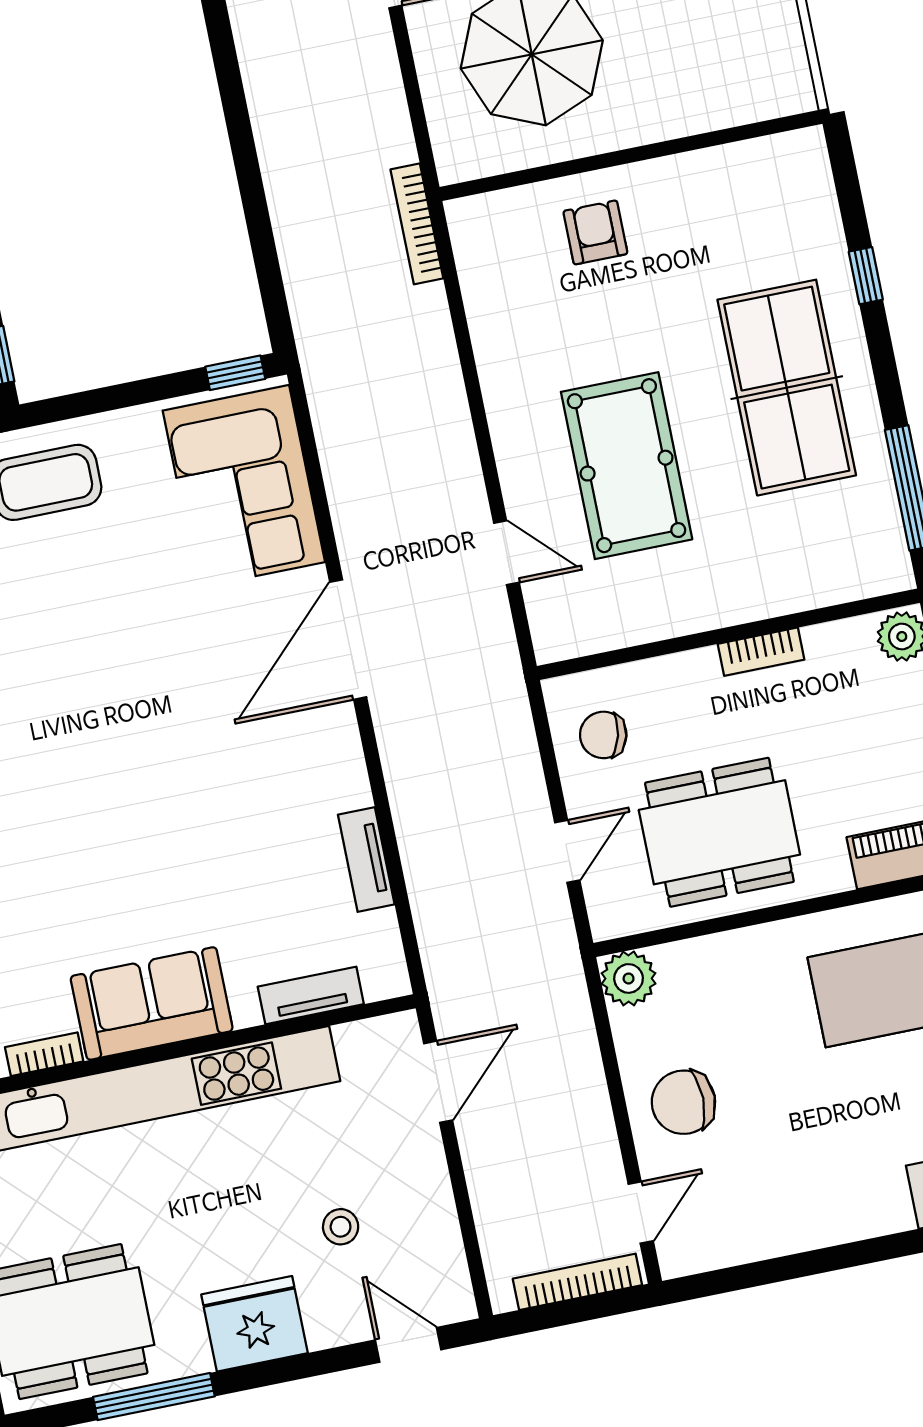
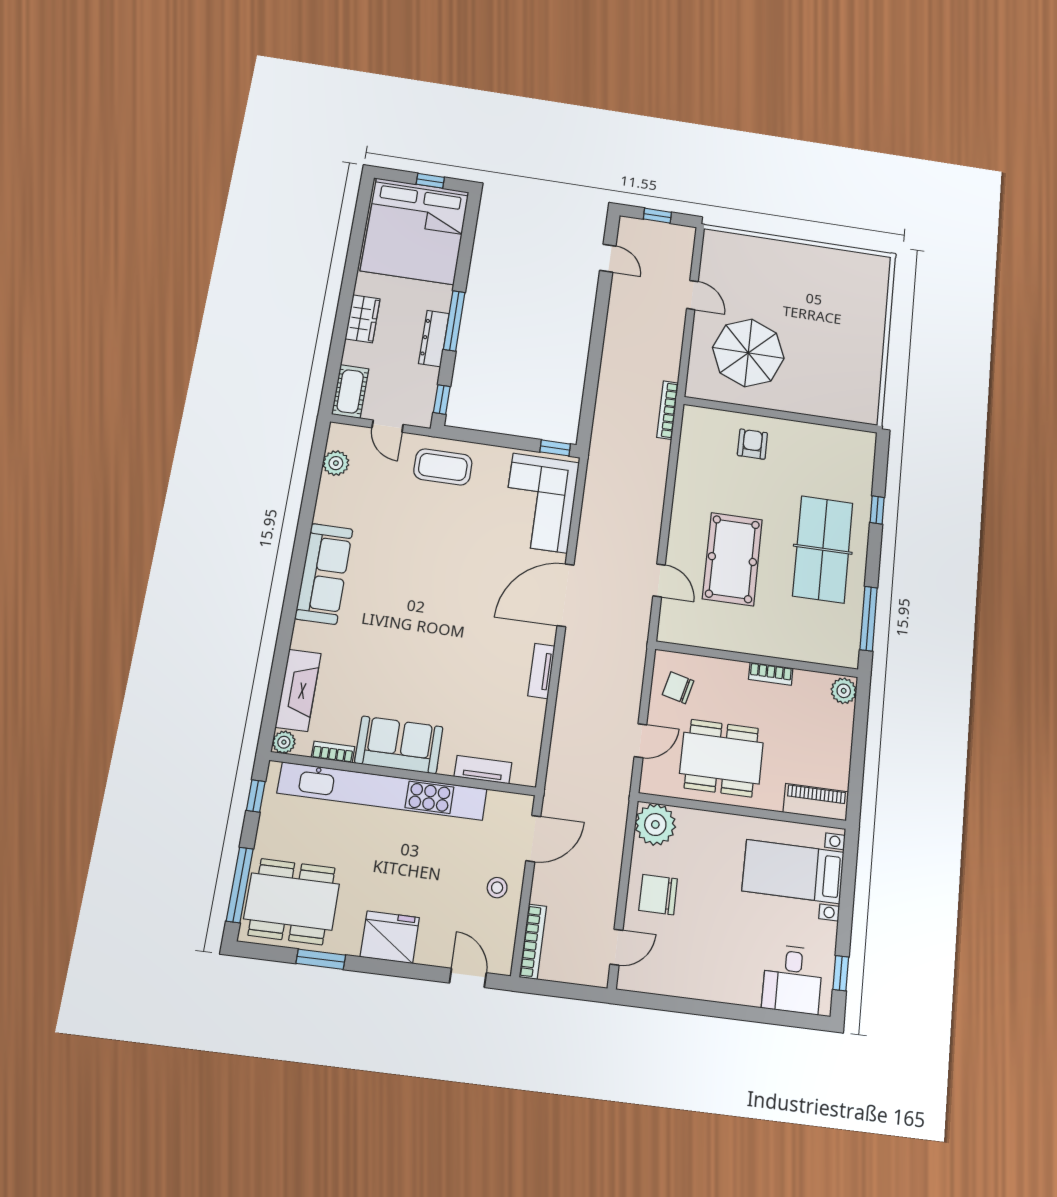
tv unit: (366, 859) -> (541, 671), moved
plant: (629, 978) -> (655, 824), width x1.36, depth x1.36
stool: (341, 1227) -> (497, 888), moved
bookcase: (577, 1282) -> (533, 942), moved, turned 90
window: (154, 1397) -> (321, 959), width x0.69

